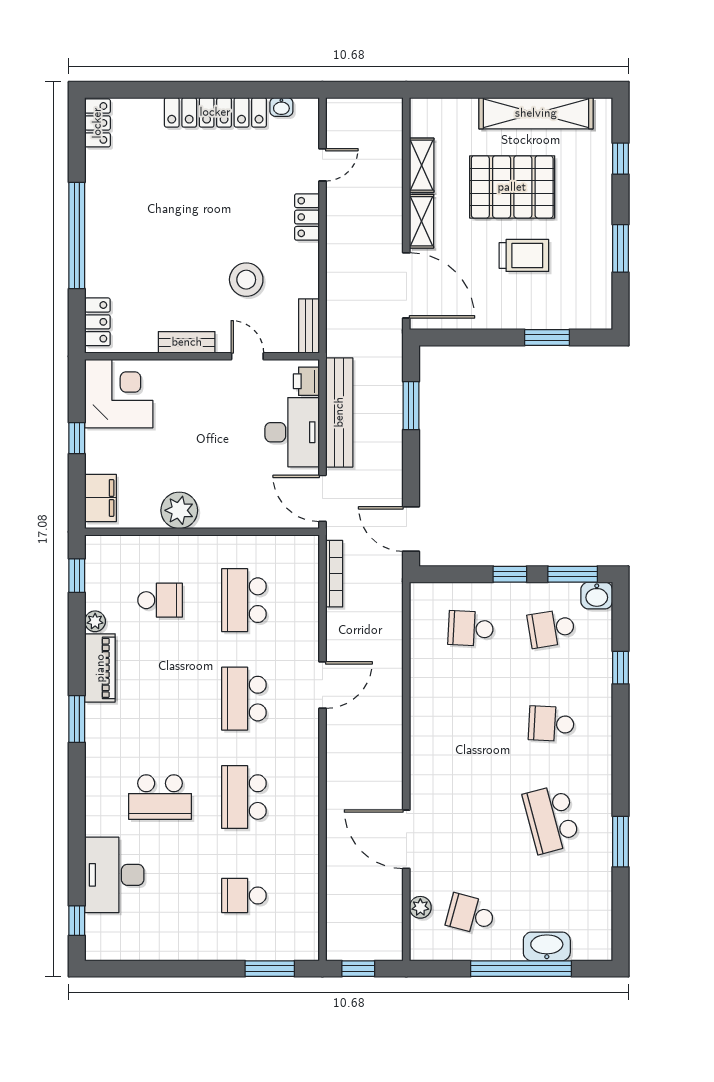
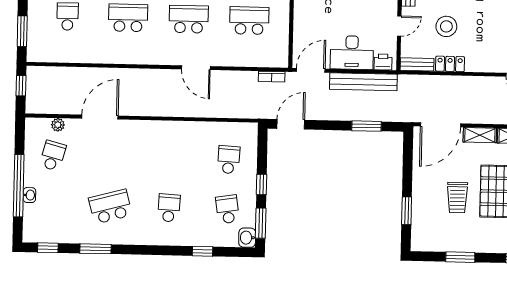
locker: (307, 217) -> (450, 64), moved
bookcase: (334, 574) -> (272, 77), width x0.64
window: (620, 919) -> (48, 248), added
washbasin: (547, 946) -> (29, 195), width x0.52, depth x0.69

